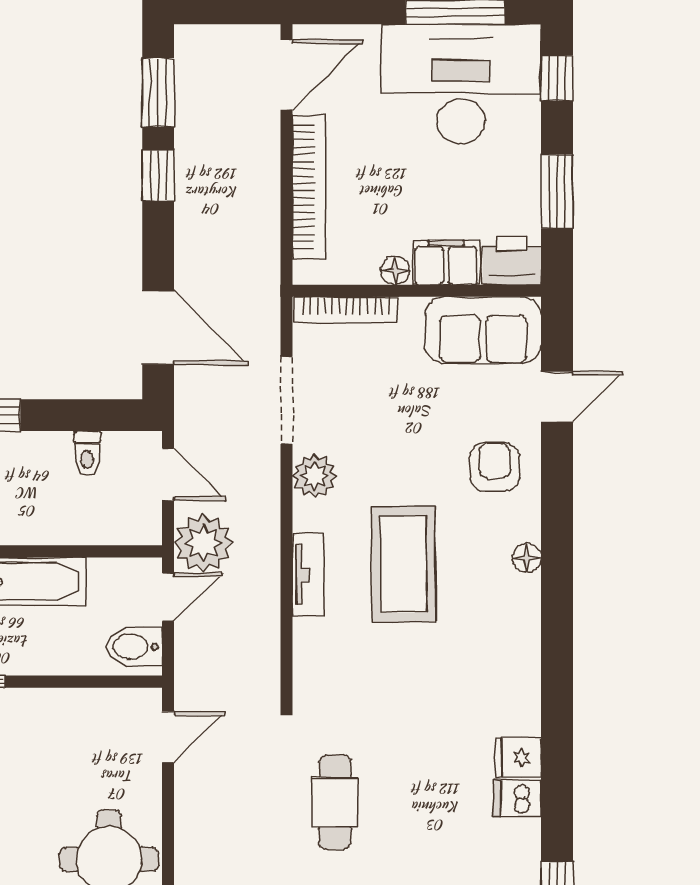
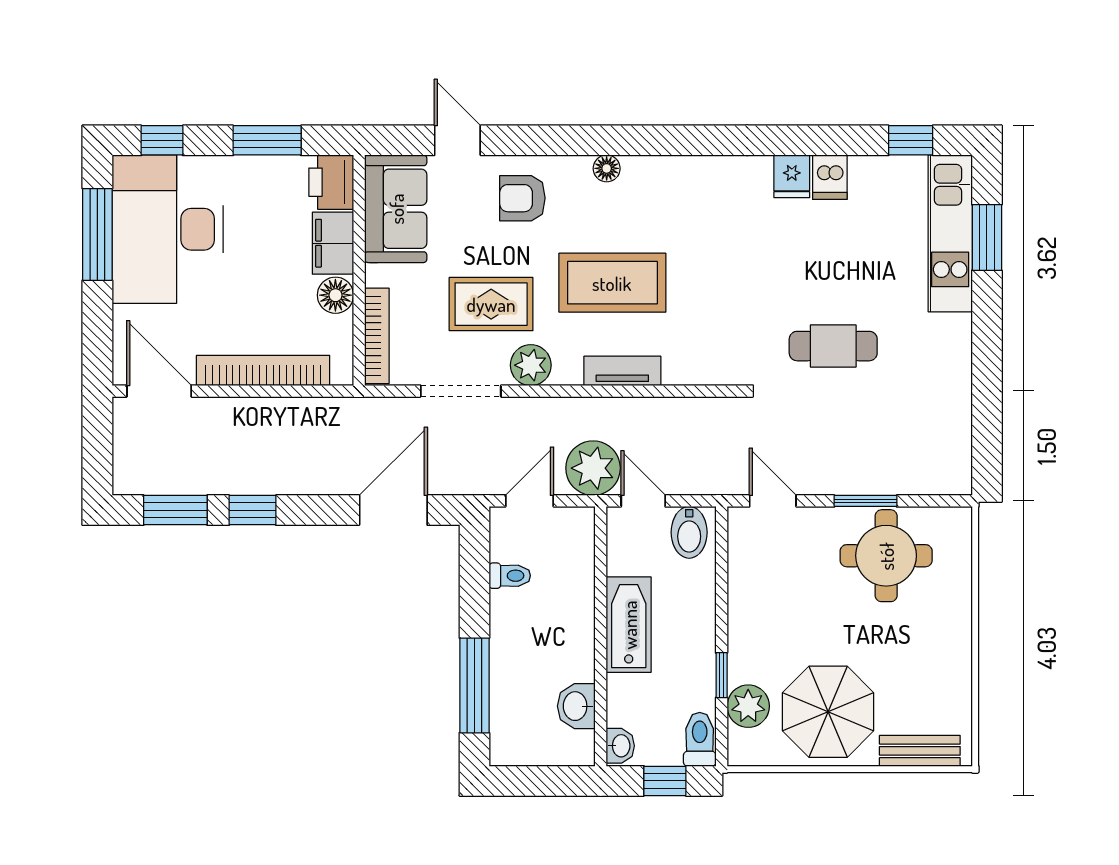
floor lamp: (395, 271) -> (335, 295), width x1.37, depth x1.37
rug: (380, 433) -> (491, 304), added
window: (168, 837) -> (865, 501), added

